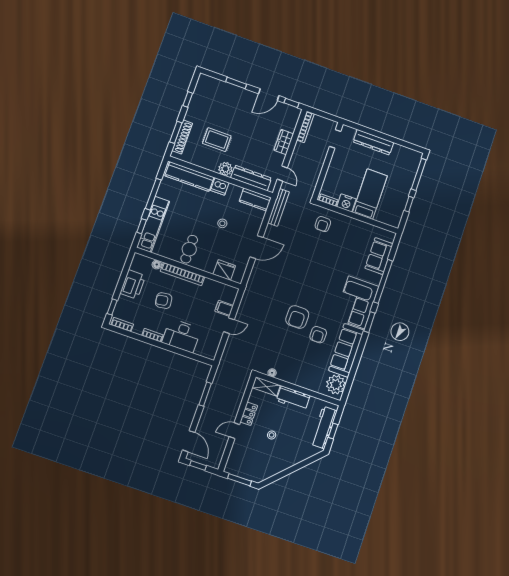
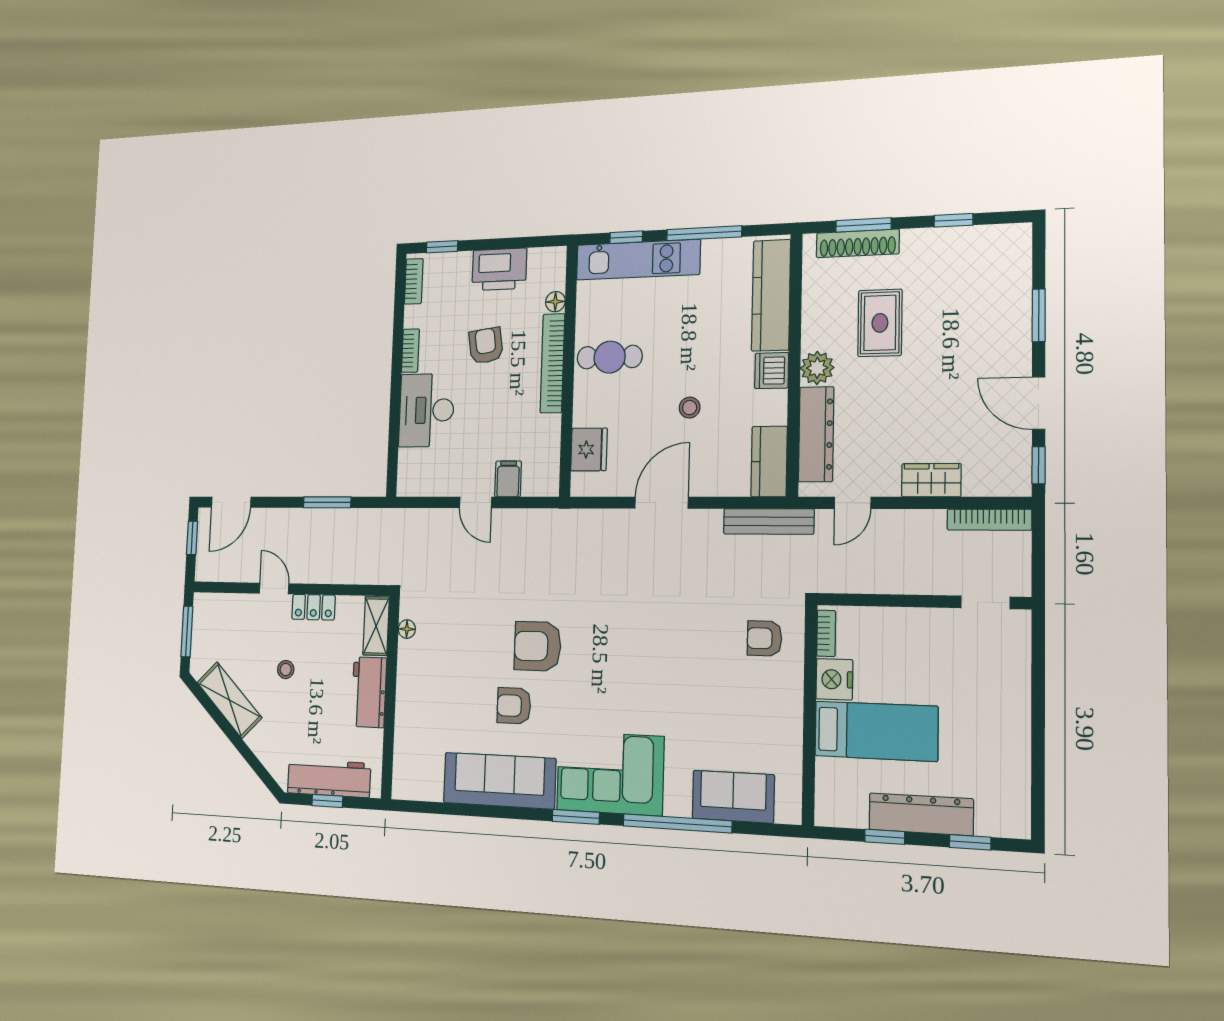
dresser: (373, 142) -> (921, 814), moved, turned 90
window: (419, 174) -> (970, 842), width x0.46
door: (257, 247) -> (661, 503), swing flipped
plant: (336, 385) -> (422, 778), removed
shelving: (276, 467) -> (229, 700), added

